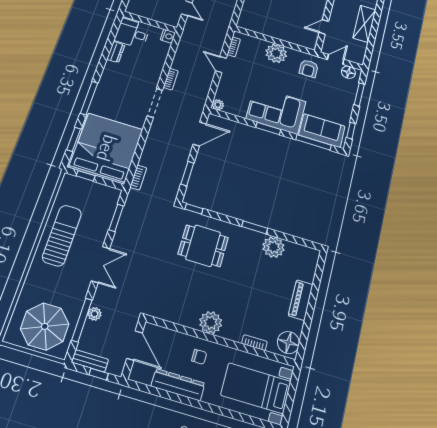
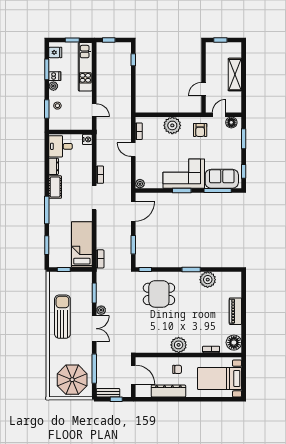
cot: (109, 75) -> (55, 187), added
bed: (106, 148) -> (82, 245), width x0.49
plant: (94, 314) -> (101, 310), moved

